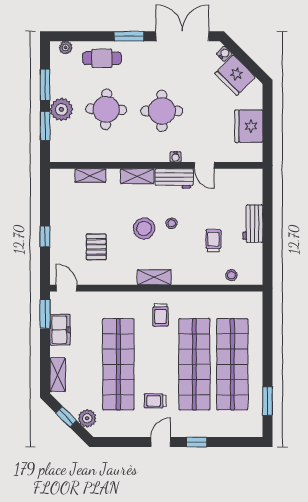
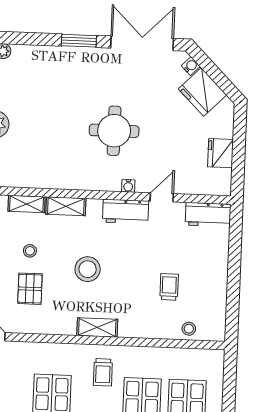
cafe table: (102, 58) -> (46, 66), removed
round table: (106, 109) -> (48, 126), removed
fridge: (249, 126) -> (221, 153), width x0.73, depth x0.75
door: (204, 165) -> (162, 197), swing flipped
shelving: (137, 176) -> (66, 206), moved
stool: (172, 223) -> (30, 251), moved
workbench: (253, 224) -> (208, 215), moved, turned -90

